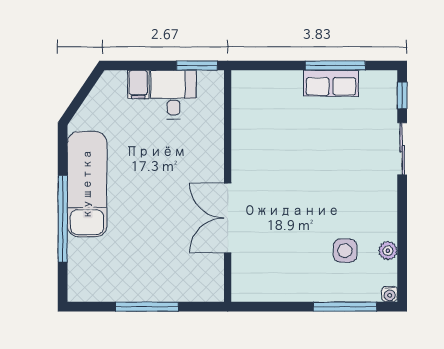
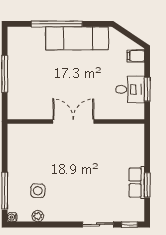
window: (197, 65) -> (147, 89), moved
window: (335, 65) -> (147, 185), width x0.69
filing cabinet: (138, 84) -> (136, 56), moved
double door: (228, 218) -> (73, 121), moved

